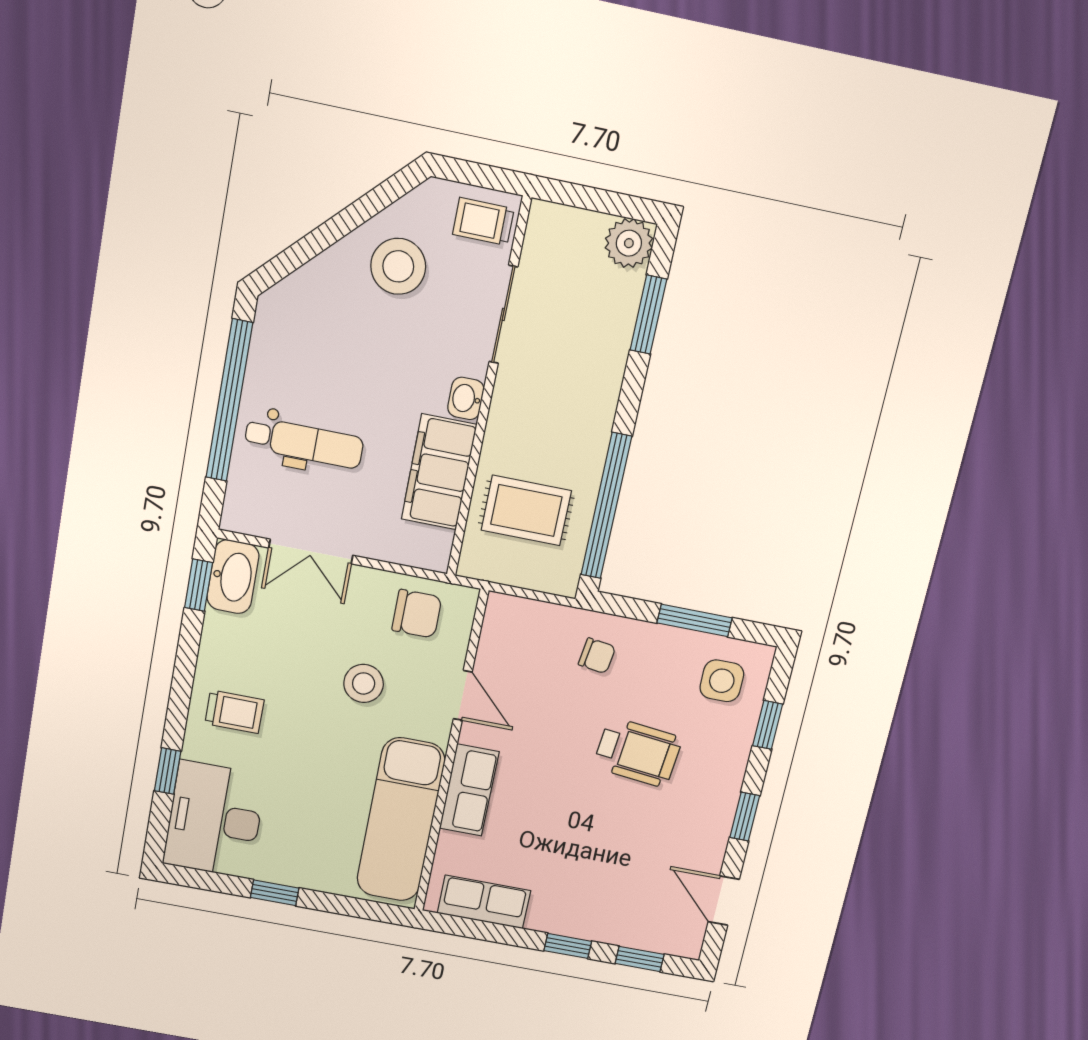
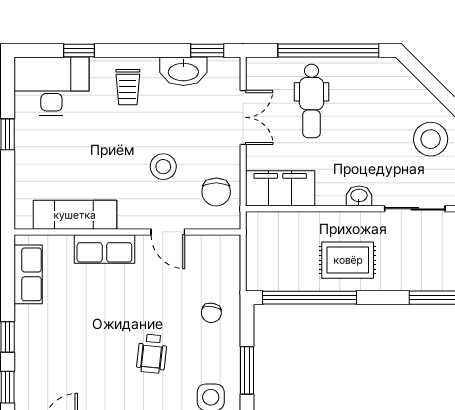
filing cabinet: (439, 472) -> (280, 188), moved
rug: (526, 510) -> (348, 260), moved, turned 90
double door: (311, 552) -> (243, 117), swing flipped
washbasin: (233, 577) -> (183, 71), moved
door: (463, 695) -> (168, 232), hinge flipped
wheelchair: (638, 752) -> (152, 354), width x0.73, depth x0.73
exam couch: (401, 820) -> (75, 215), width x0.73, depth x0.69

